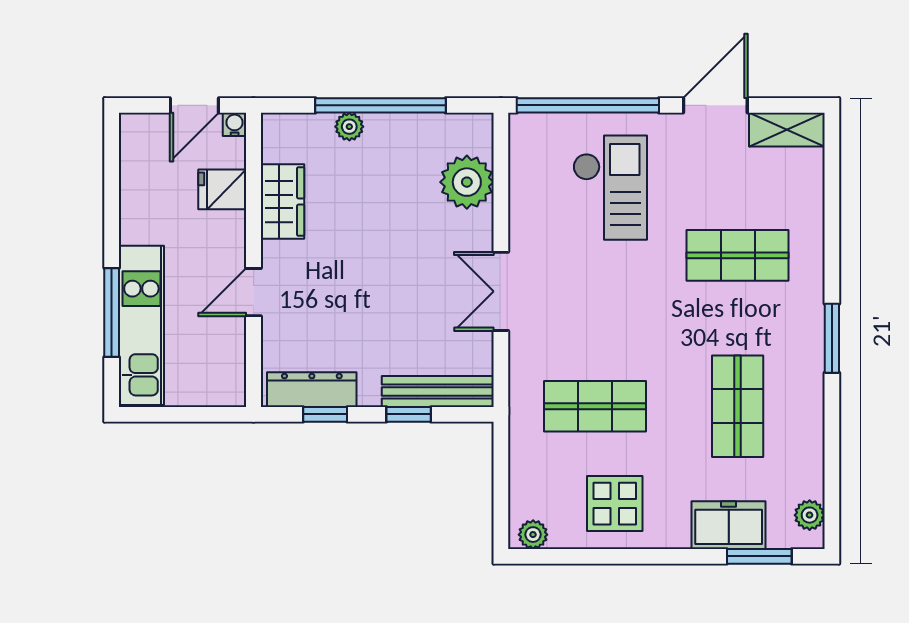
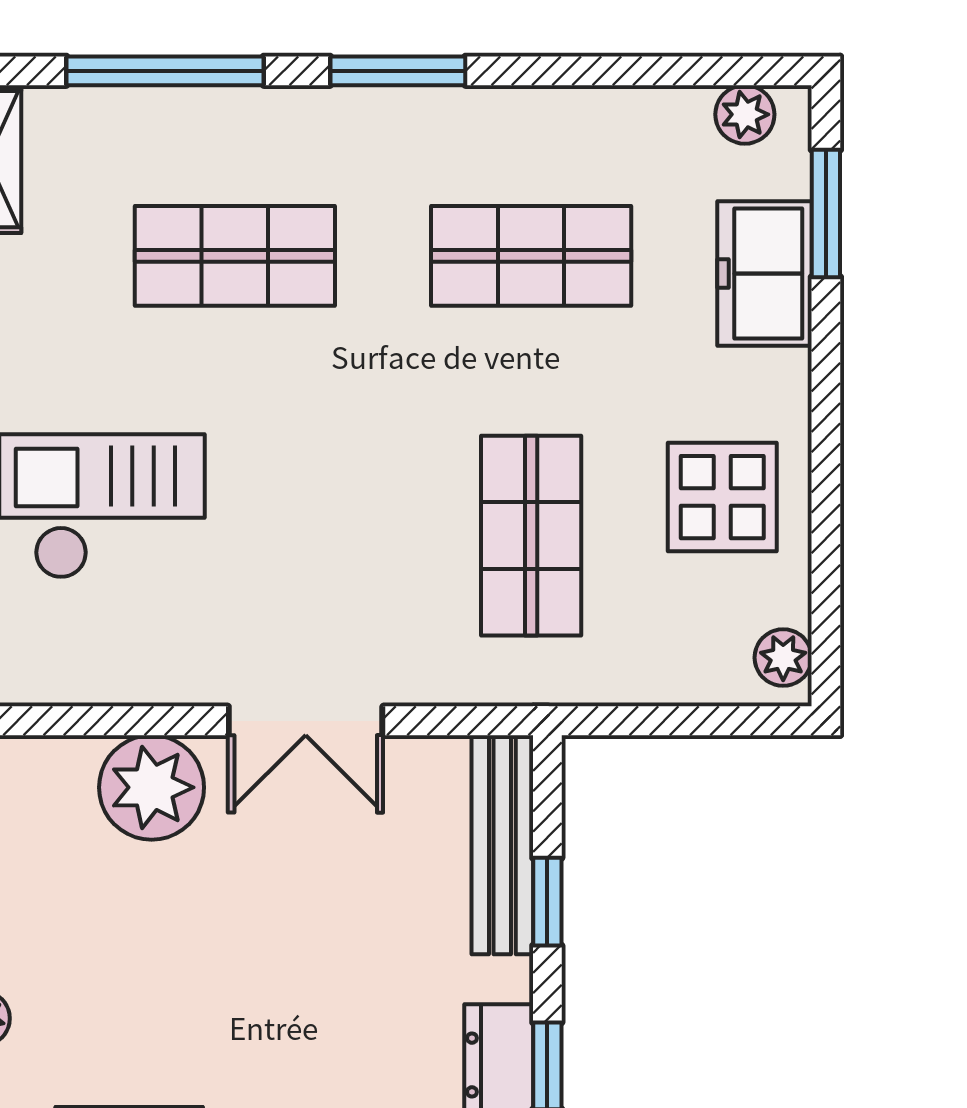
plant: (467, 182) -> (152, 787), moved
window: (832, 220) -> (165, 71), added
shop shelf: (738, 255) -> (235, 256), turned 90

